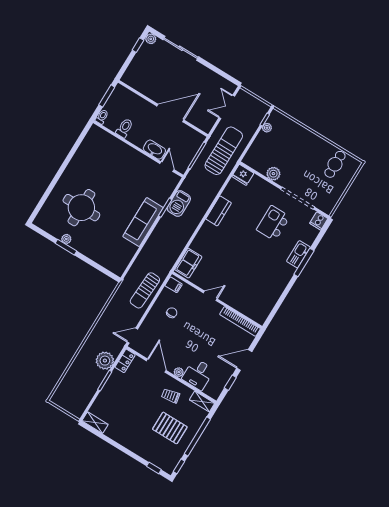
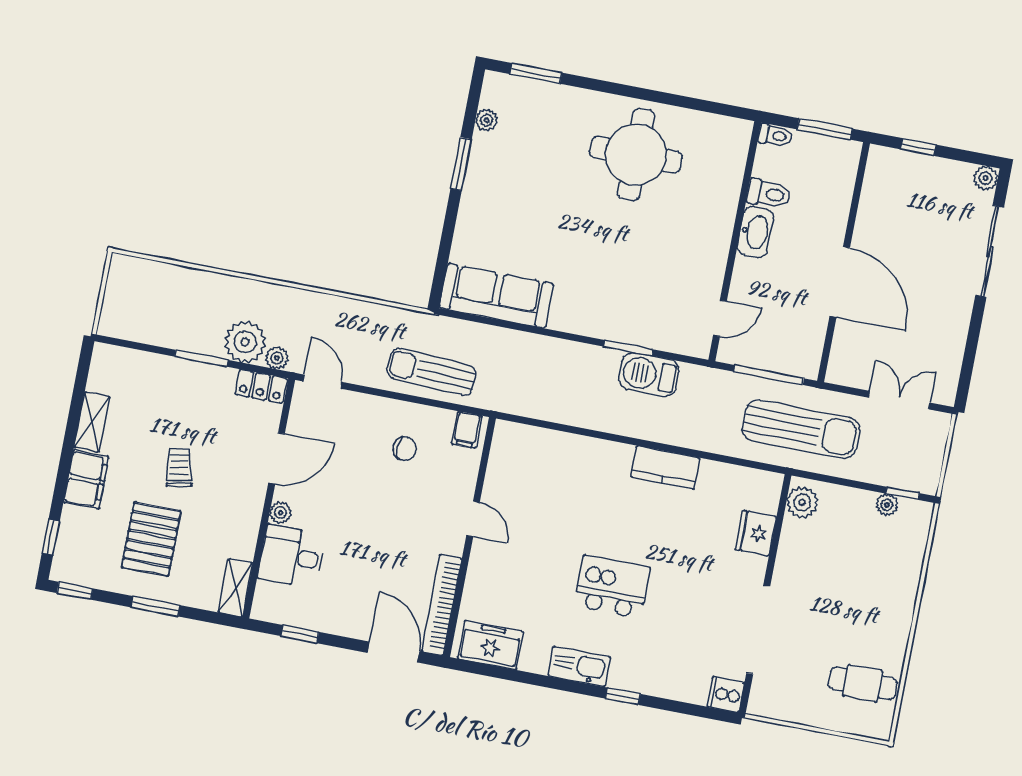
window: (138, 45) -> (918, 147), moved
washbasin: (154, 150) -> (755, 232), moved
plant: (273, 174) -> (802, 502), moved
fridge: (243, 175) -> (756, 533), moved
window: (41, 203) -> (536, 73), added
round table: (81, 208) -> (636, 155), moved
sofa: (143, 222) -> (496, 296), moved
kitchen island: (273, 223) -> (612, 587), moved
plant: (66, 239) -> (487, 120), moved
kitchen sink: (298, 254) -> (579, 666), moved
window: (304, 262) -> (623, 696), width x0.46
freezer: (188, 263) -> (490, 645), moved, turned 180
plant: (116, 350) -> (277, 358), added
door: (244, 360) -> (393, 652), moved
trolley: (171, 396) -> (179, 467), moved
shelving: (95, 423) -> (92, 422), moved
window: (197, 436) -> (155, 606), width x0.47
filing cabinet: (136, 445) -> (86, 479), added

